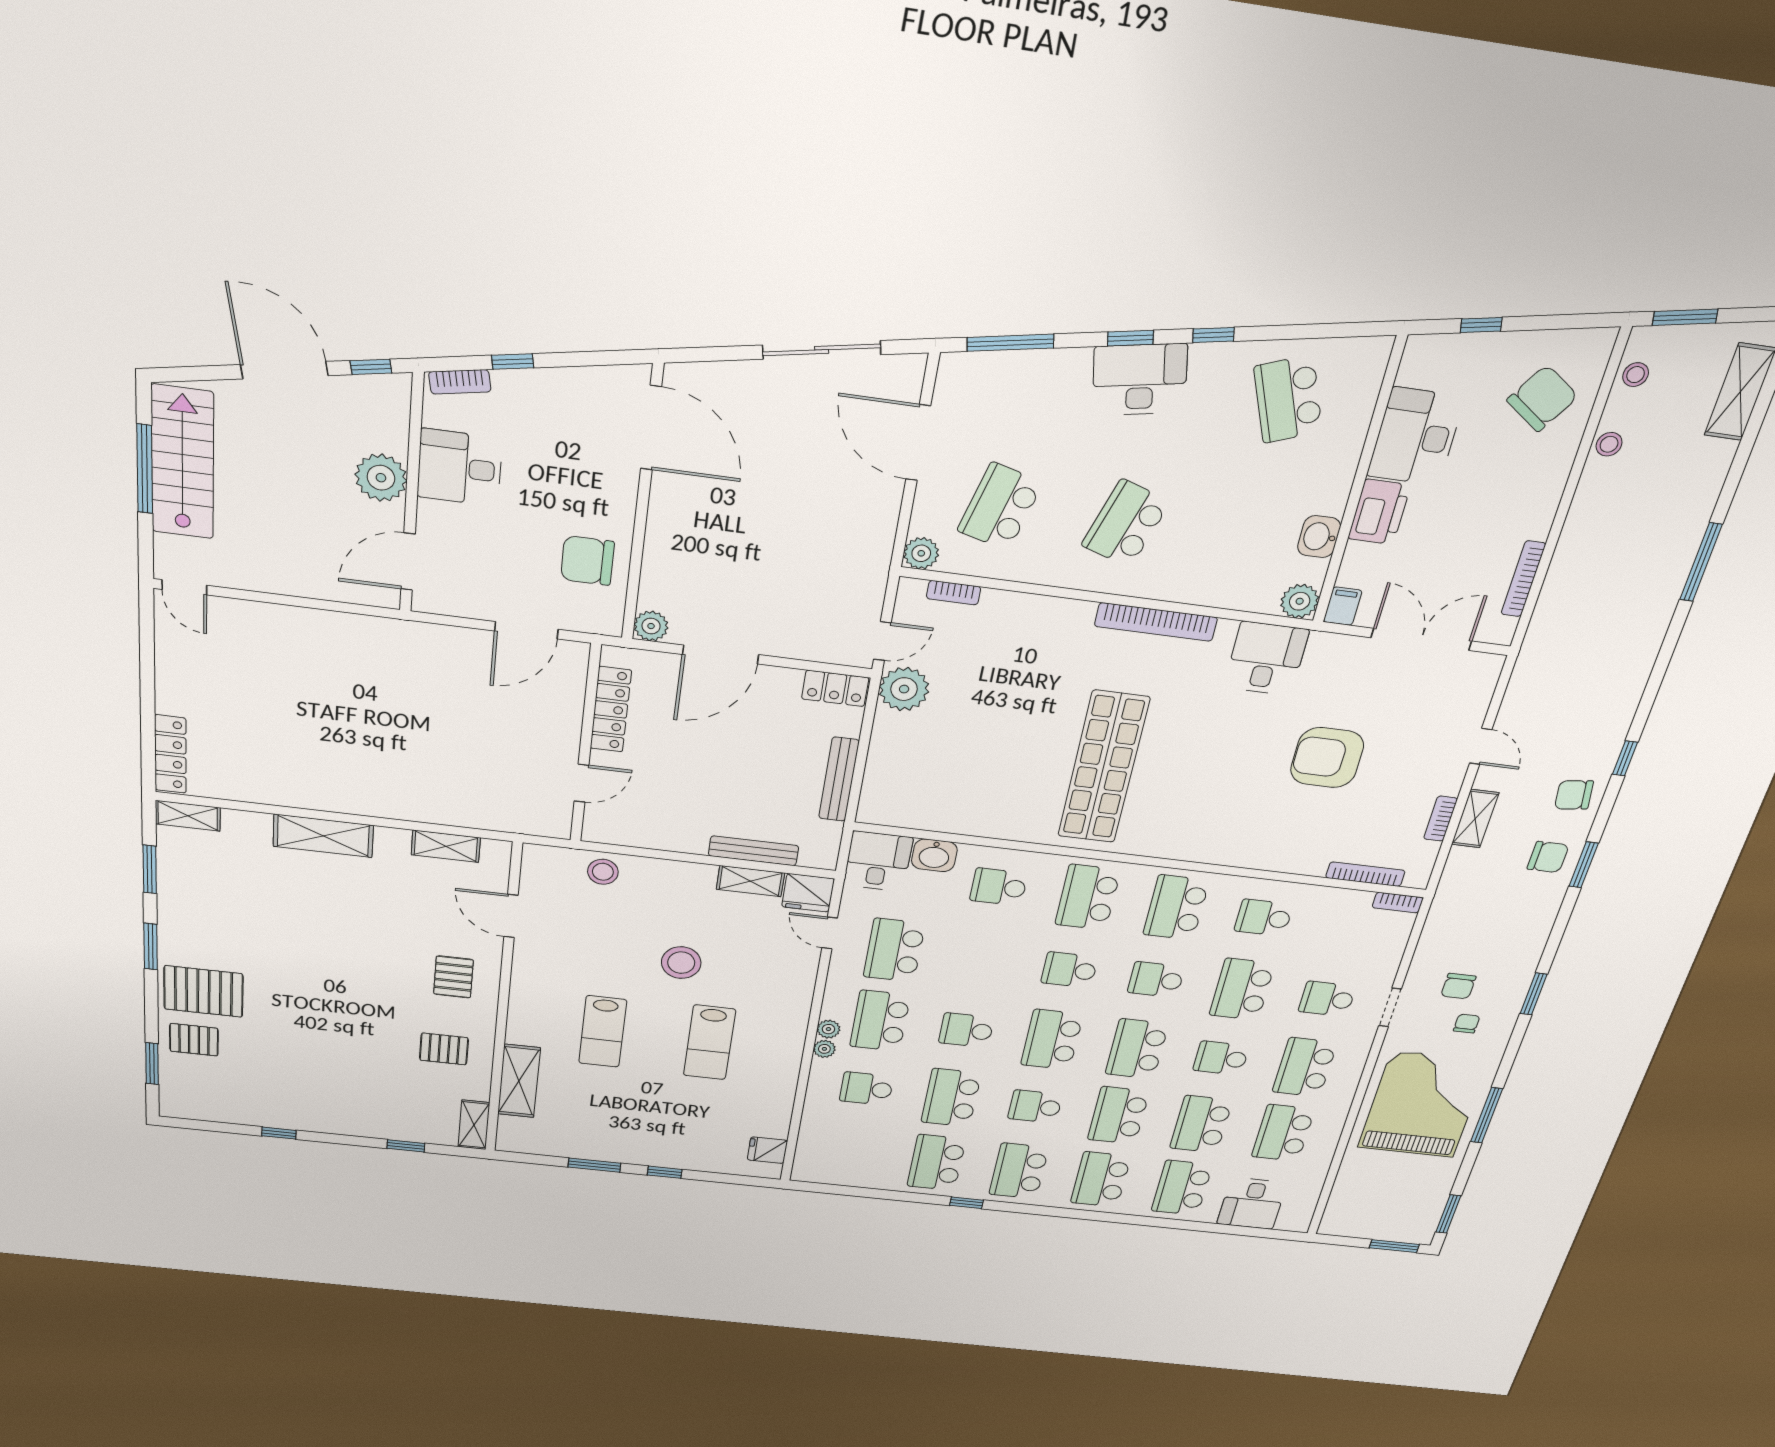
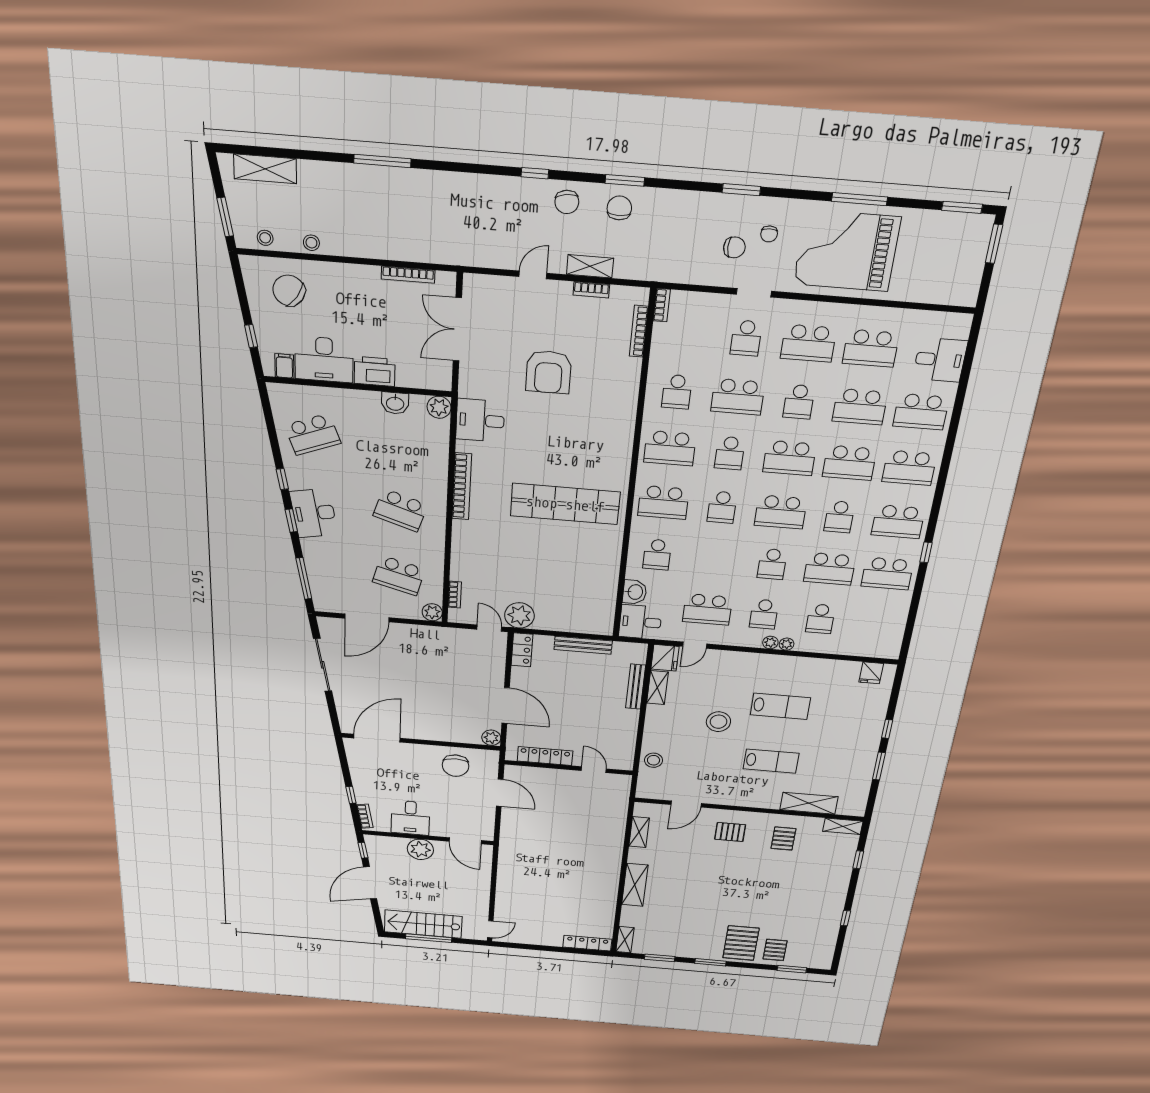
filing cabinet: (1343, 606) -> (284, 366), moved, turned 90
school desk: (880, 1021) -> (764, 614), width x0.54
chair: (1467, 1024) -> (769, 234), turned -90

